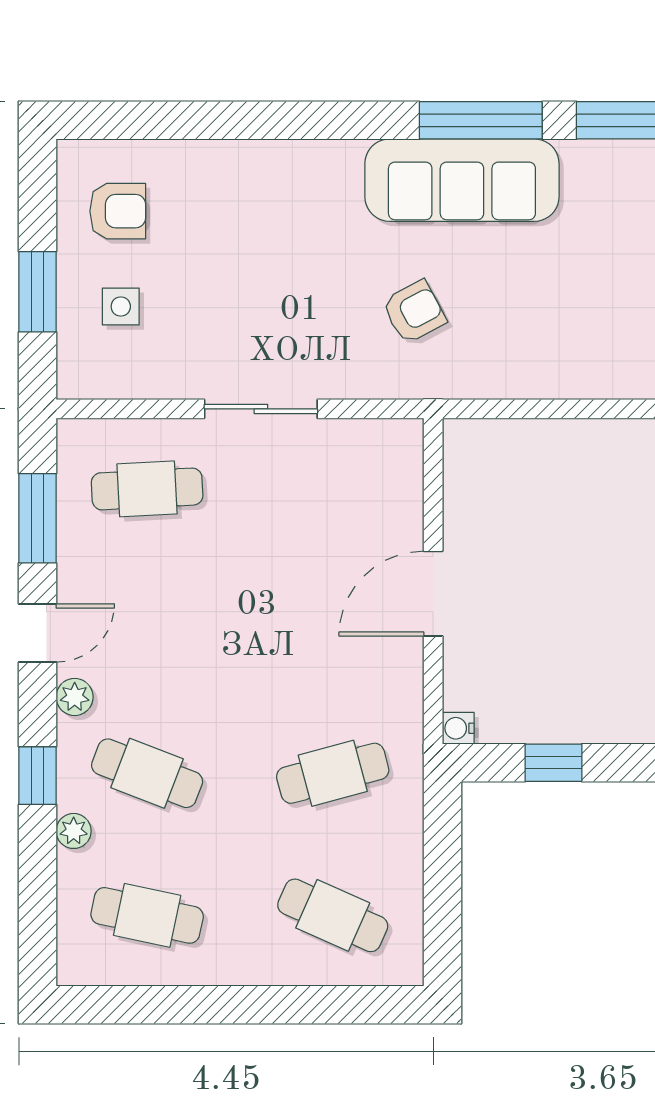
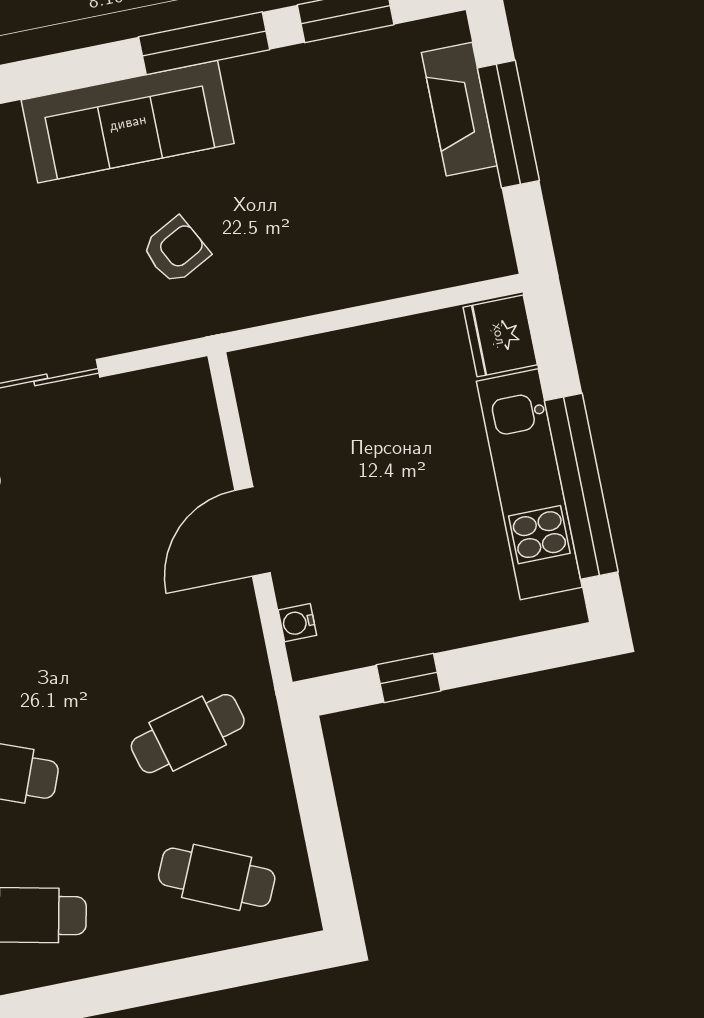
sofa: (462, 180) -> (128, 122), moved
water cooler: (458, 728) -> (297, 623), moved

